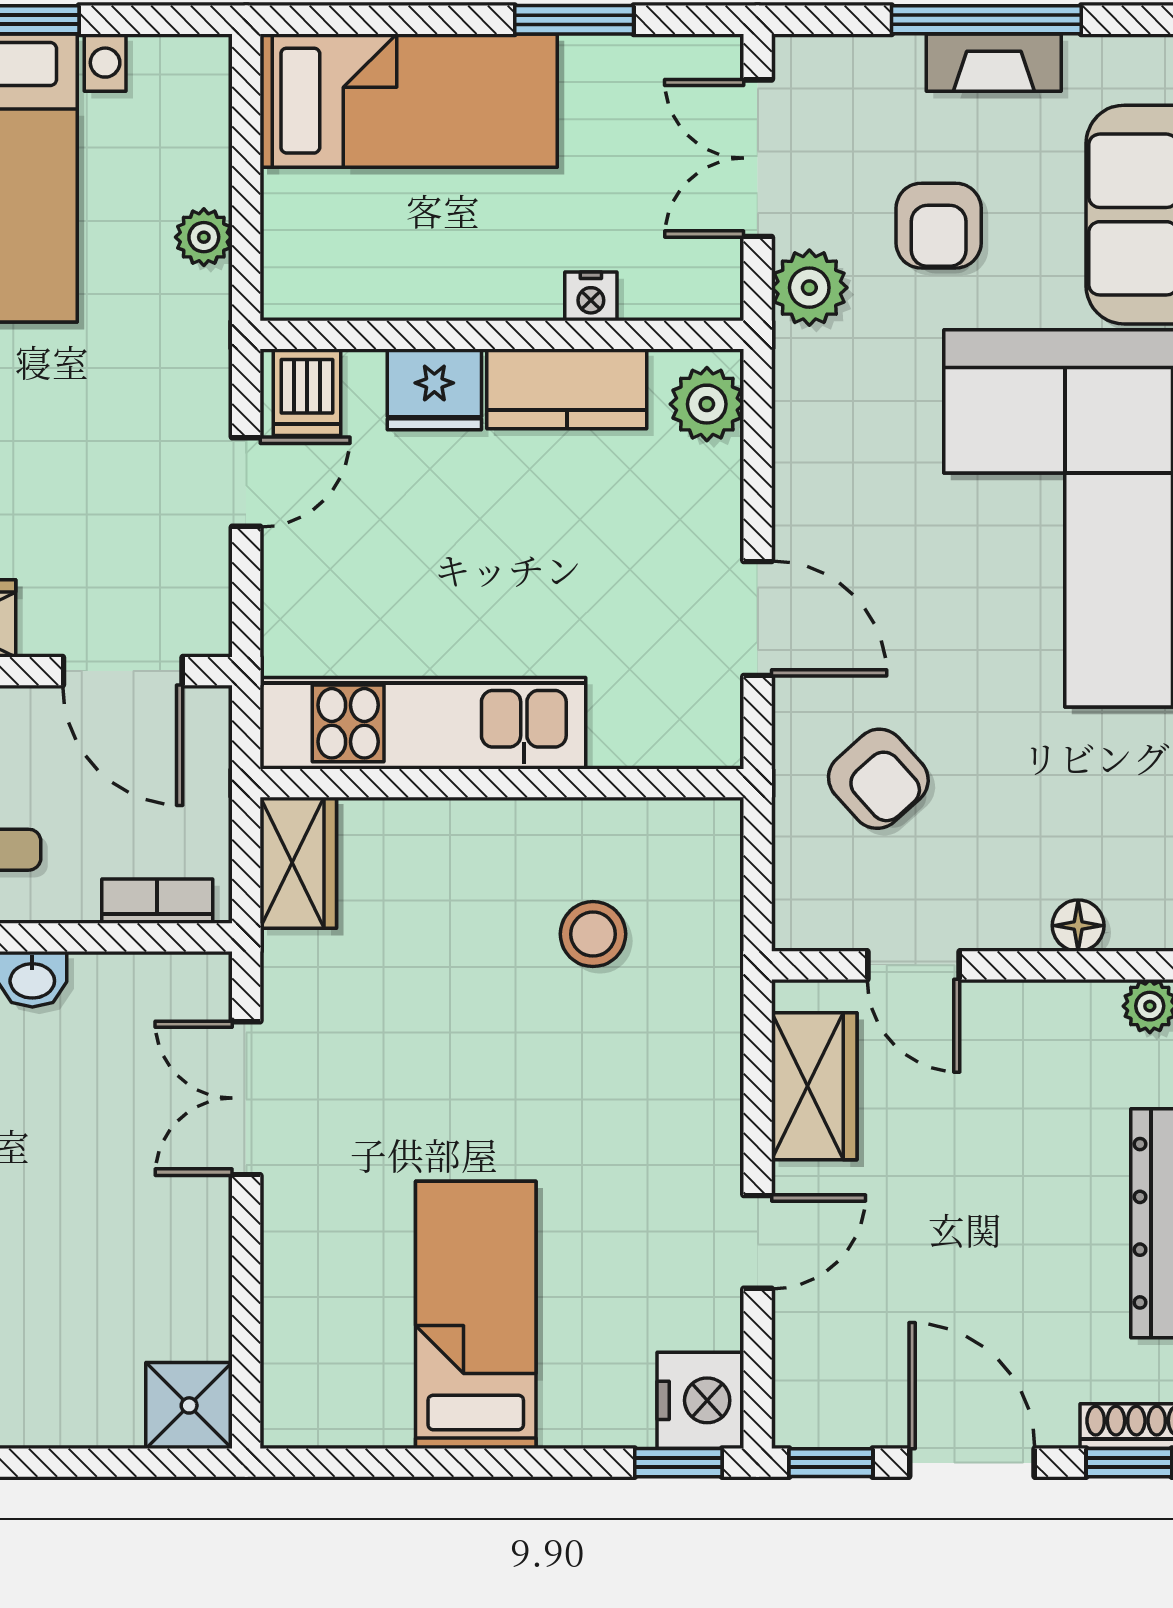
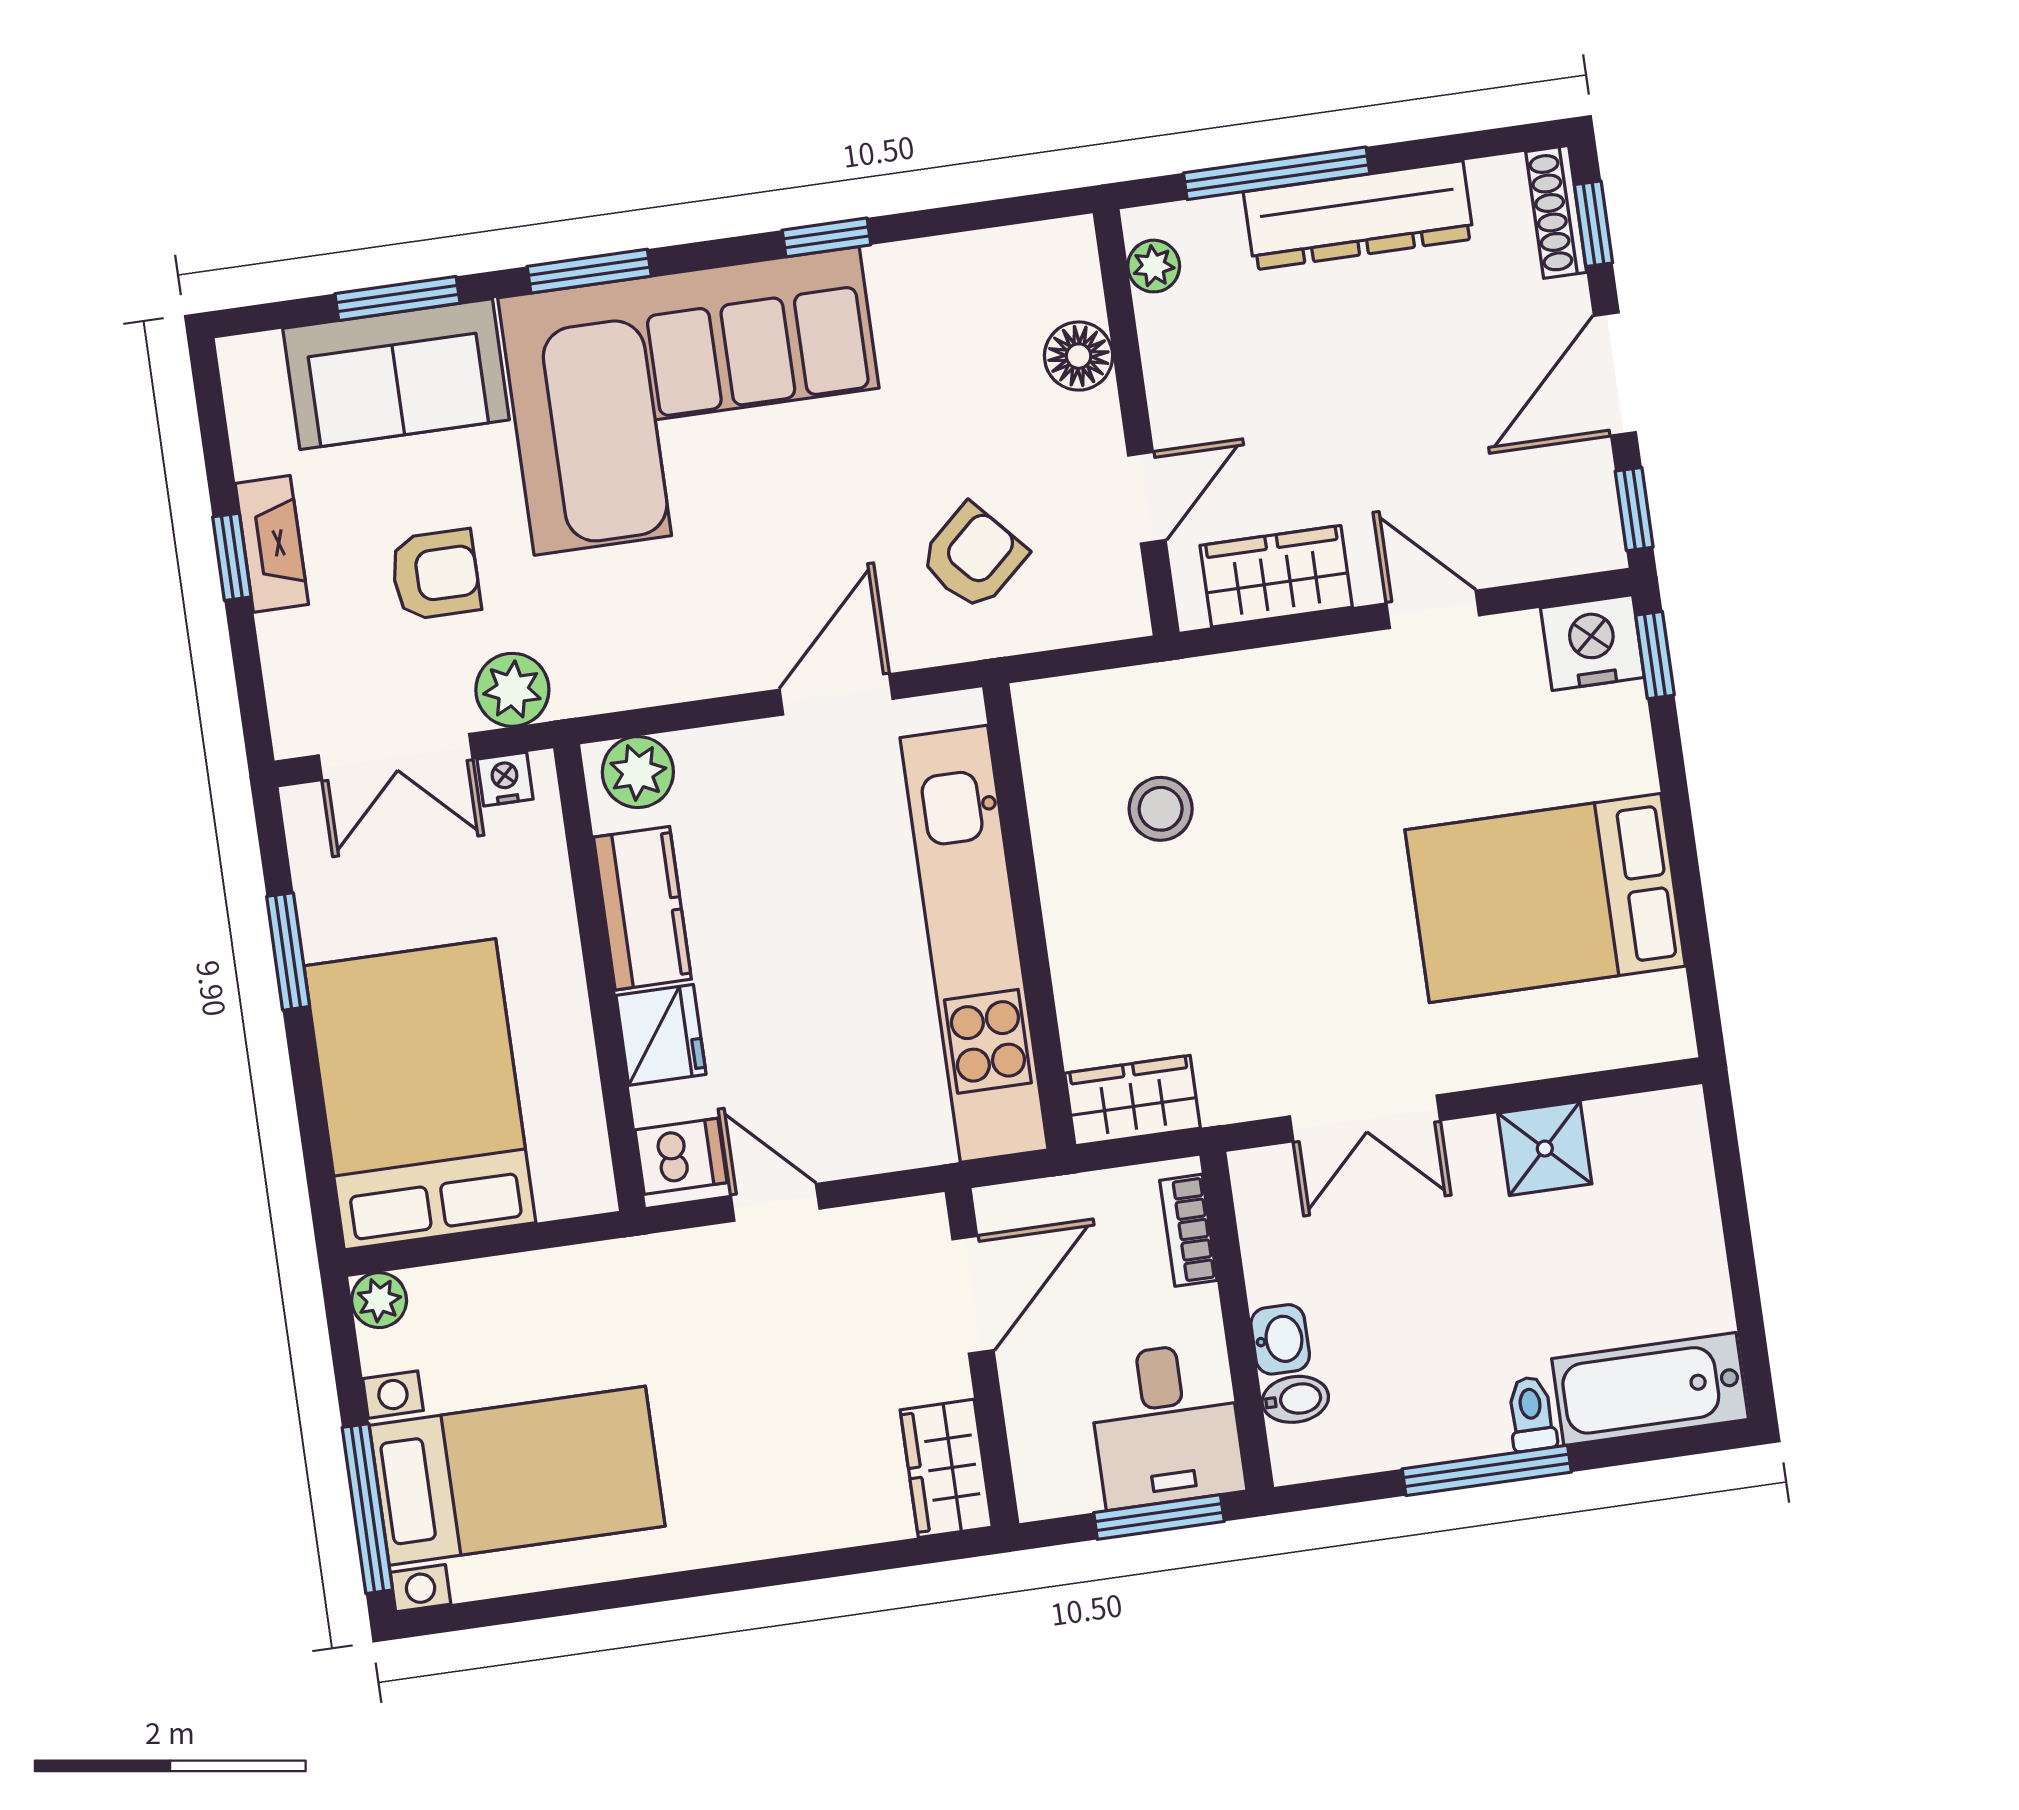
window: (986, 20) -> (232, 557), width x0.46
bed: (409, 101) -> (420, 1094), width x1.50
plant: (204, 237) -> (379, 1300), moved
nightstand: (591, 296) -> (505, 779), moved, turned -90
kitchen unit: (423, 723) -> (974, 944), width x1.36
floor lamp: (1078, 926) -> (1079, 356), width x1.37, depth x1.37
bed: (476, 1315) -> (1545, 898), width x1.50
shower: (189, 1405) -> (1545, 1149), moved

